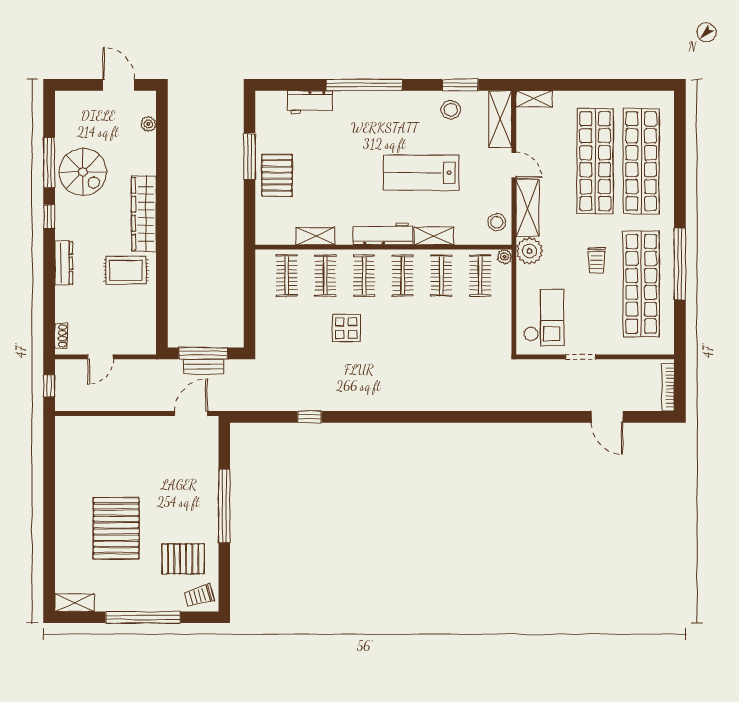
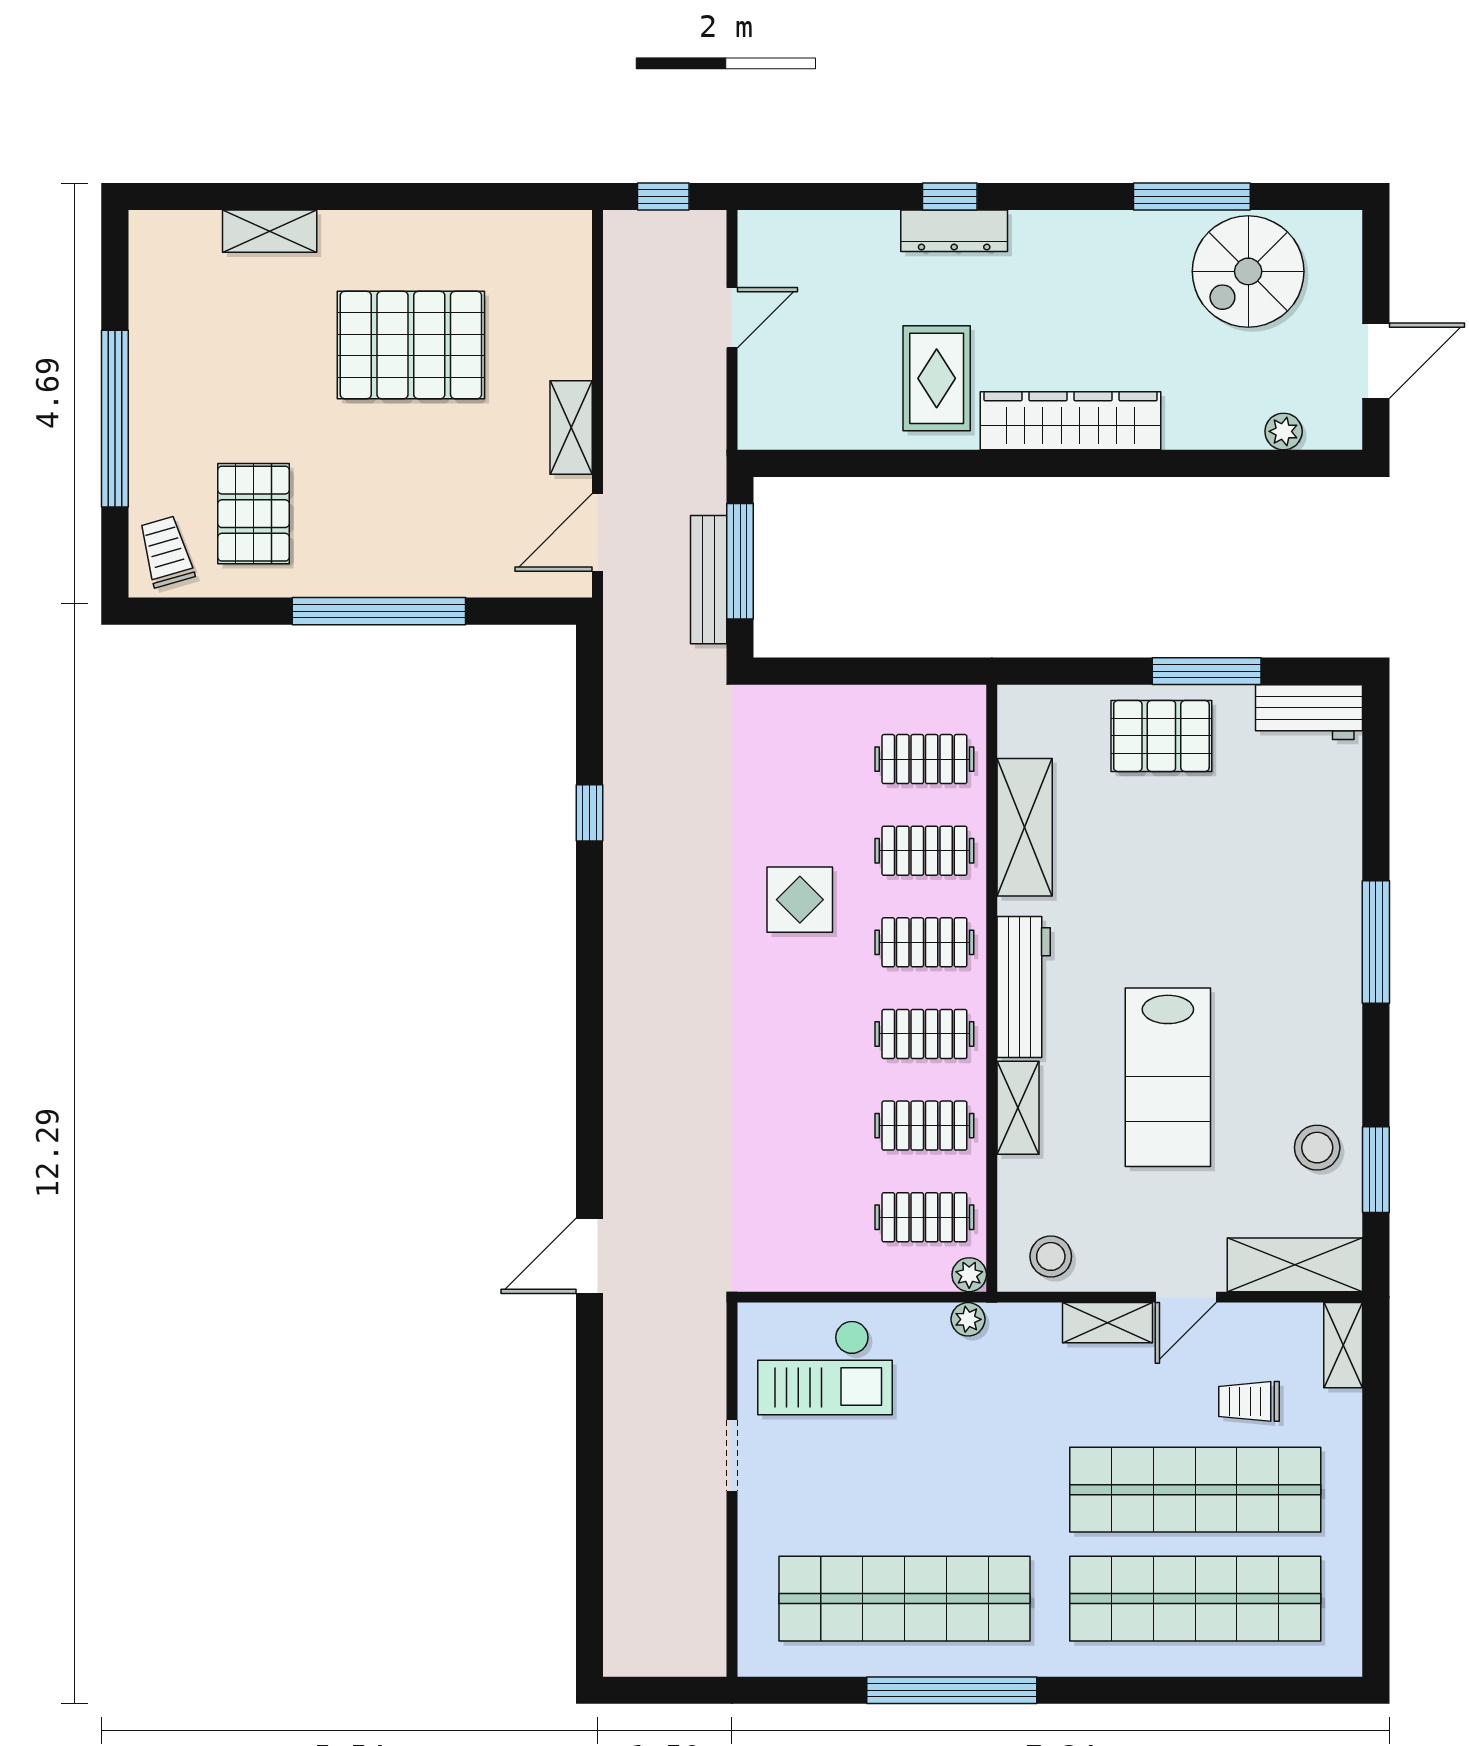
window: (364, 85) -> (1376, 942), width x0.68
workbench: (310, 102) -> (1309, 712), moved, turned -90
spiral stairs: (83, 172) -> (1248, 271), moved
lab bench: (421, 173) -> (1168, 1077), turned 180
shelving: (528, 208) -> (1108, 1323), width x0.67, depth x0.75
window: (49, 216) -> (950, 197), moved
shelving: (315, 236) -> (1025, 827), width x1.50, depth x1.33
plant: (529, 251) -> (968, 1319), width x0.53, depth x0.53
trolley: (597, 260) -> (1249, 1401), moved
shoe rack: (61, 336) -> (782, 224), removed
door: (100, 357) -> (732, 318), swing flipped
bench: (204, 367) -> (709, 580), width x1.36
bookcase: (668, 387) -> (660, 1662), removed
door: (191, 414) -> (598, 532), swing flipped
door: (607, 417) -> (590, 1256), moved
shelving: (147, 425) -> (571, 428), added
pallet: (116, 528) -> (411, 345), moved
shelving: (75, 603) -> (270, 231), moved, turned 90

